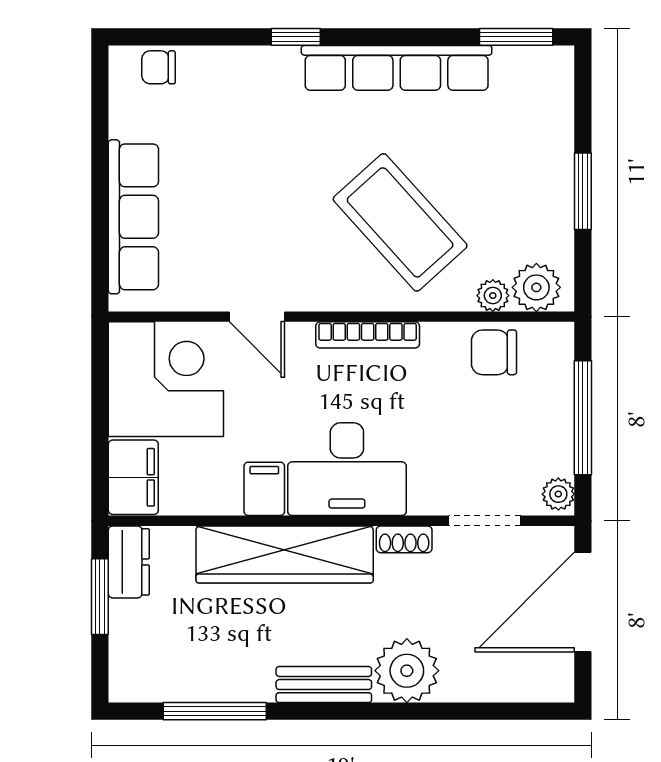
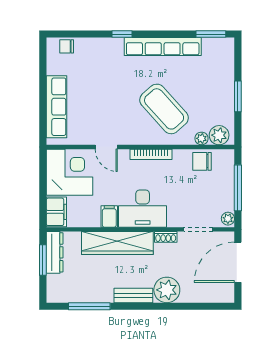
dresser: (129, 562) -> (55, 252), width x1.44

